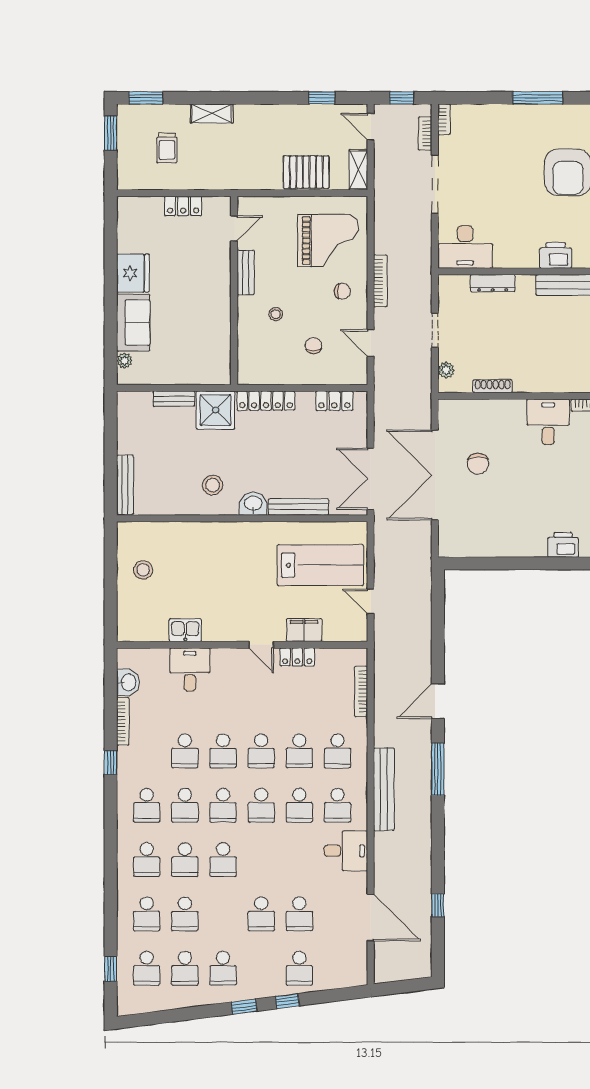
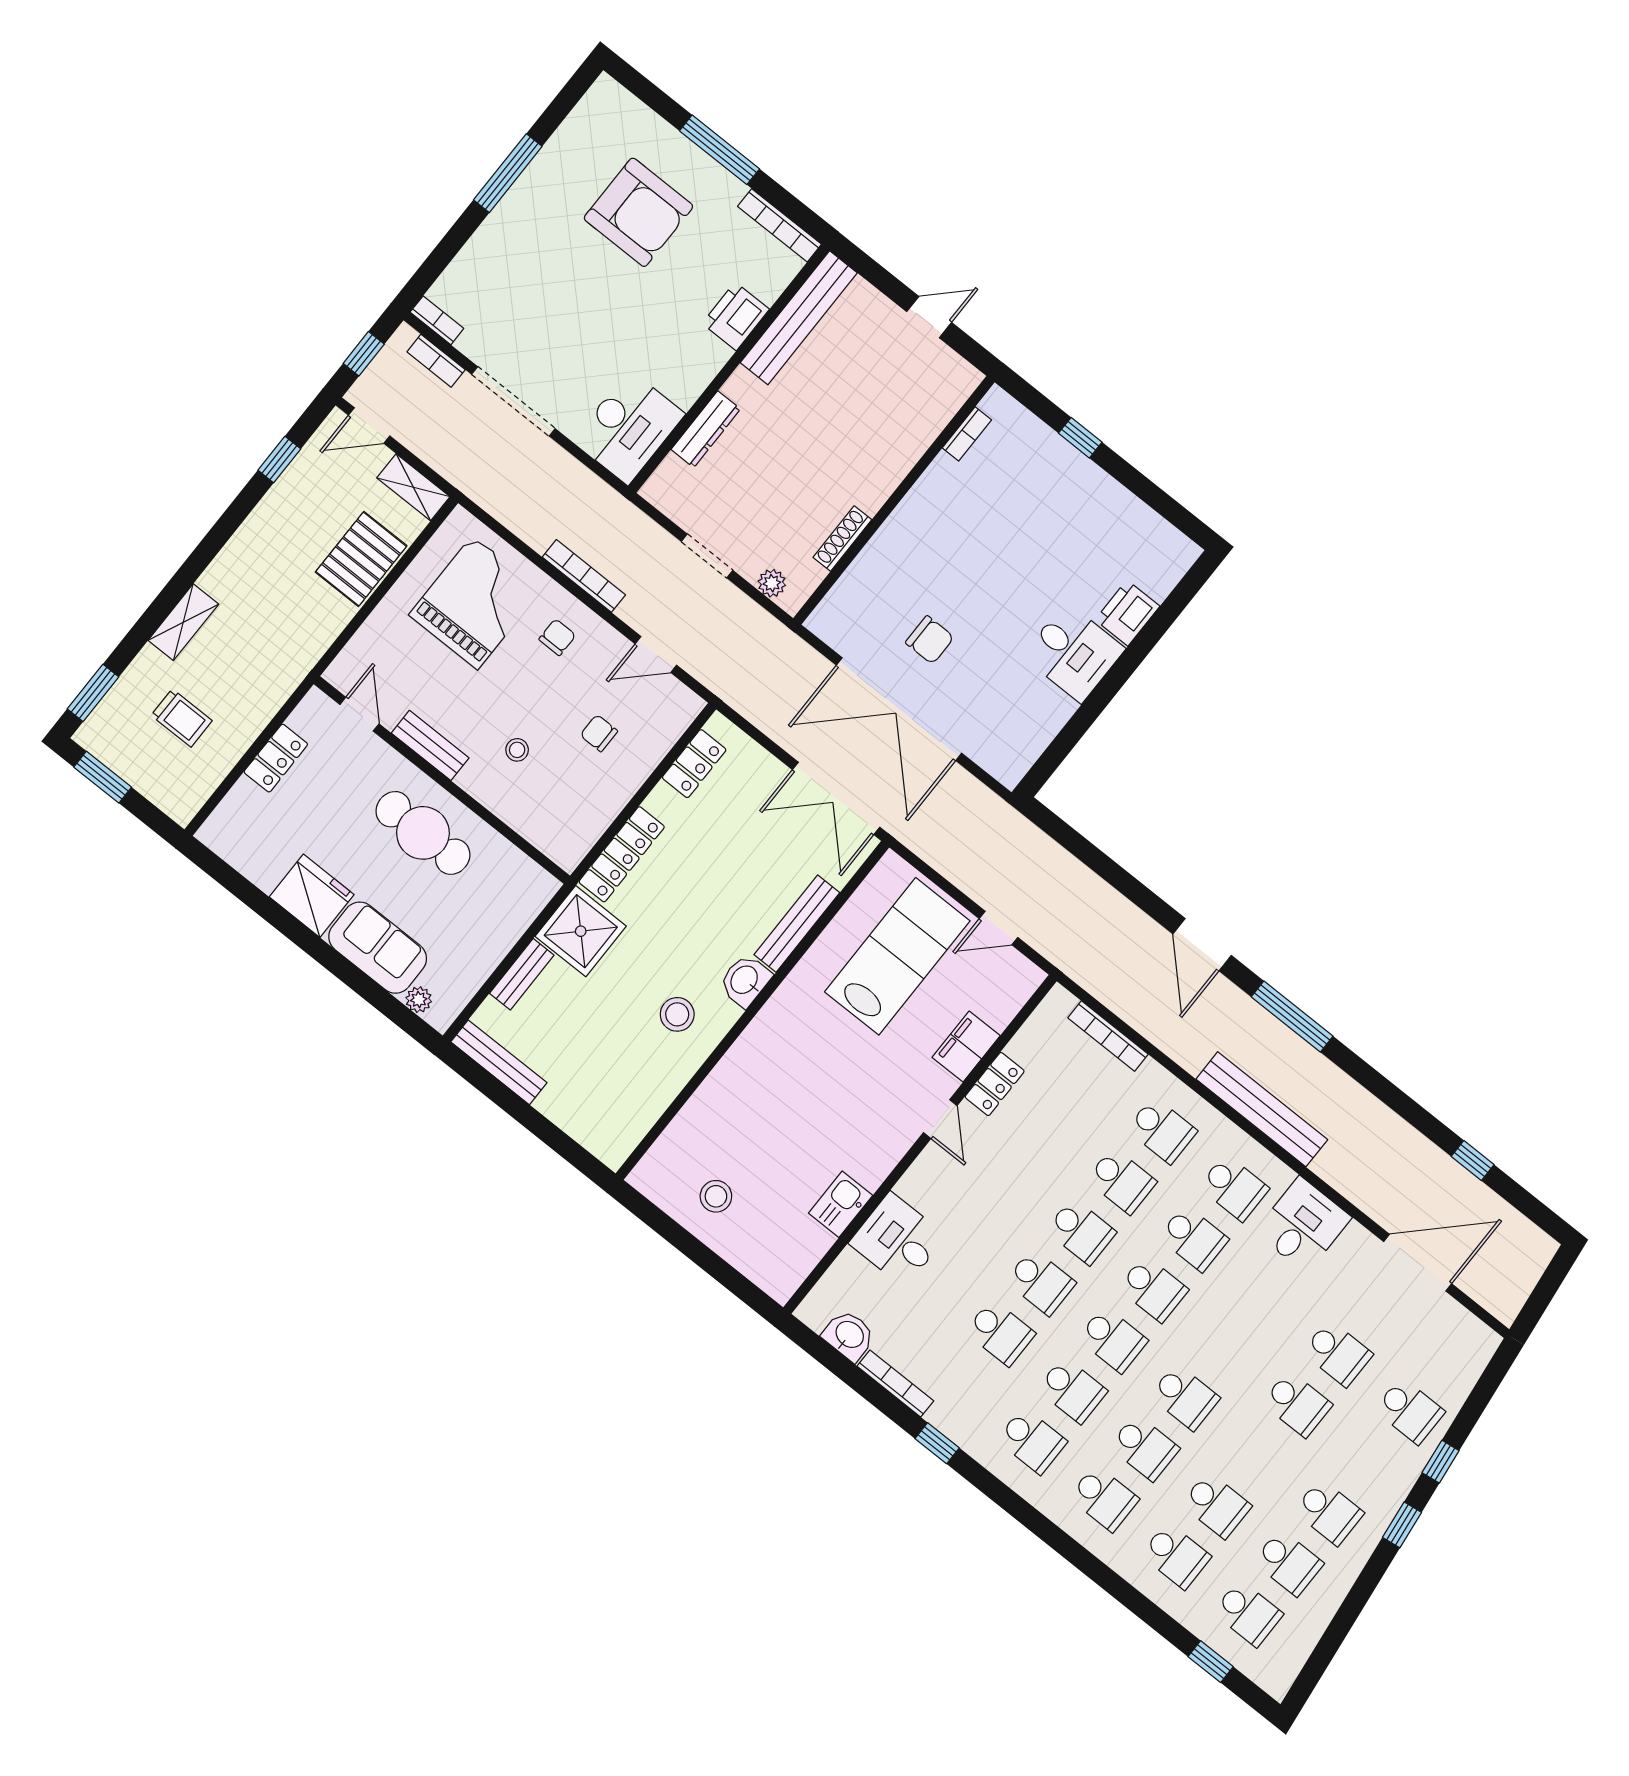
cafe table: (203, 301) -> (423, 833), added
desk: (548, 422) -> (1074, 652), moved, turned 180
bench: (125, 485) -> (499, 1062), moved
door: (261, 645) -> (940, 1119), hinge flipped

